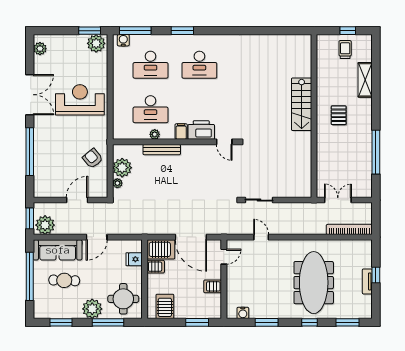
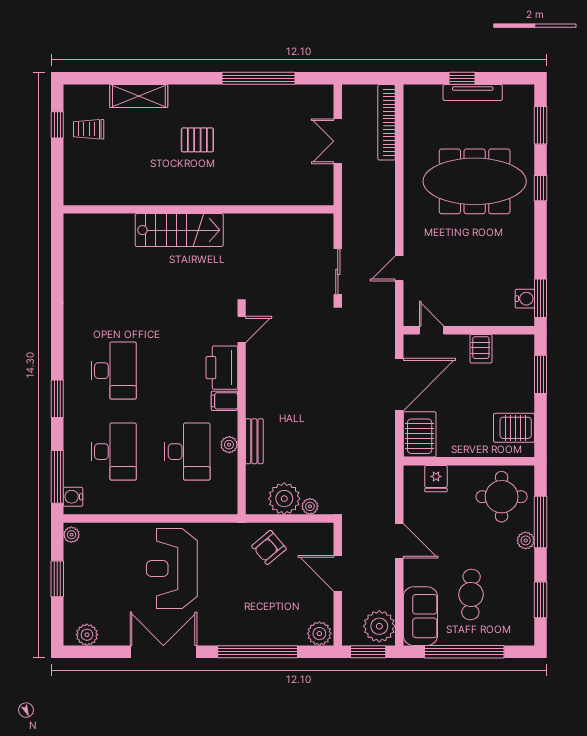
window: (90, 31) -> (57, 579), moved
plant: (96, 43) -> (71, 535), width x0.53, depth x0.53
stairs: (302, 104) -> (179, 230), moved
wall: (314, 116) -> (199, 209), moved
bench: (162, 150) -> (254, 441), width x0.73
plant: (41, 189) -> (319, 634), added
sofa: (58, 250) -> (420, 616), width x0.73
server rack: (156, 267) -> (448, 443), removed
tv unit: (367, 281) -> (473, 93), width x1.41
plant: (92, 309) -> (526, 540), width x0.53, depth x0.53
window: (267, 322) -> (541, 298), moved

